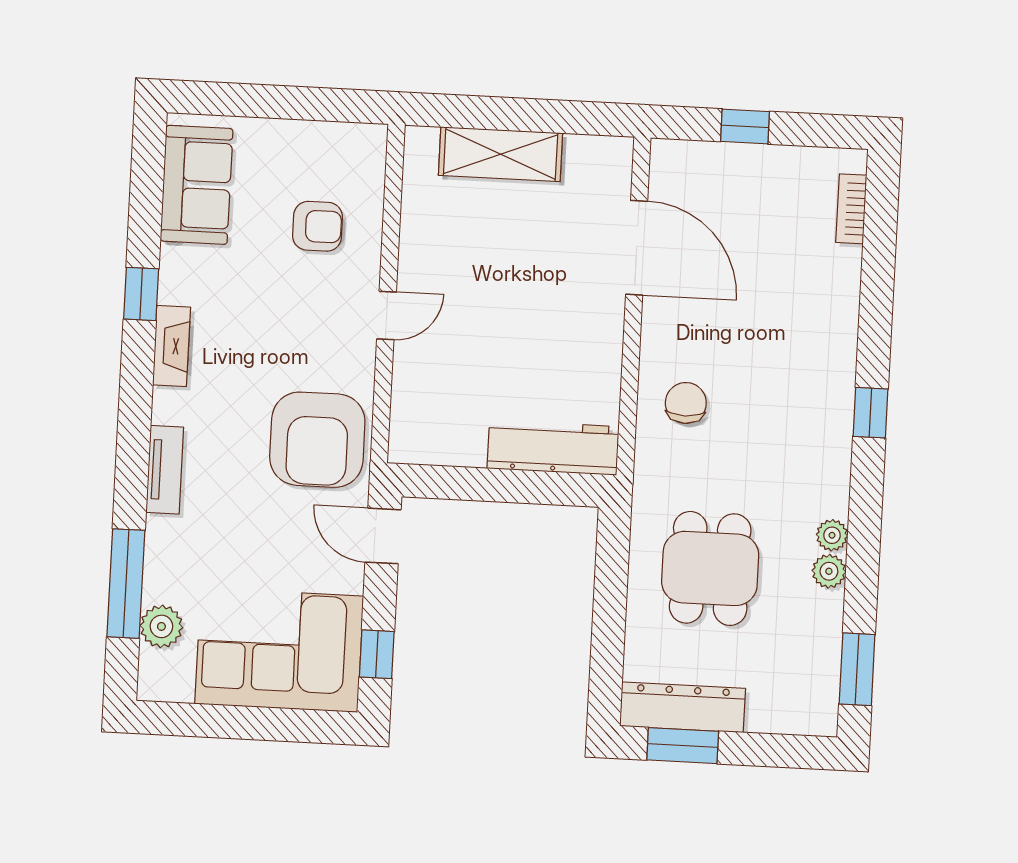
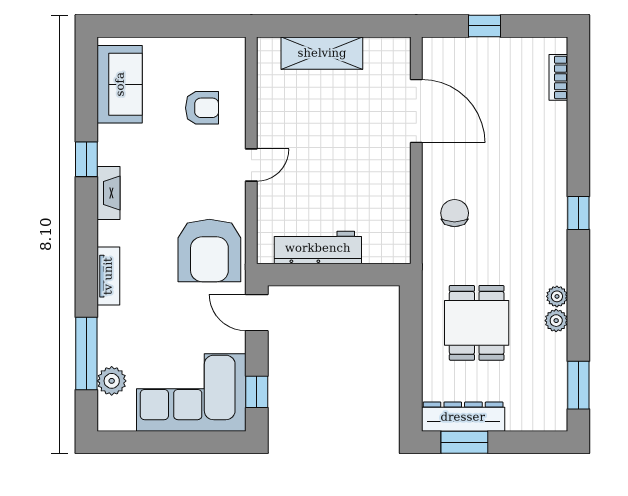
workbench: (553, 448) -> (318, 248), moved

